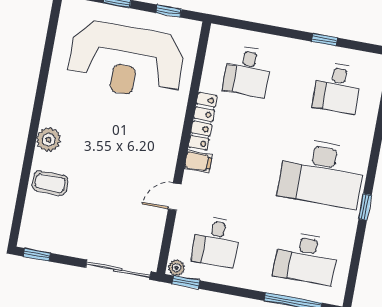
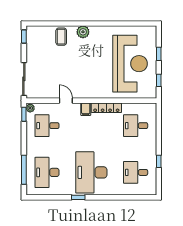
reception desk: (126, 60) -> (130, 64), turned 180

